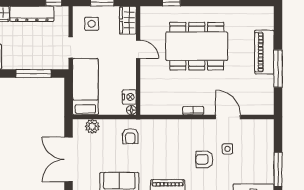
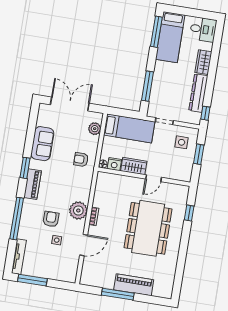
wardrobe: (128, 20) -> (134, 166), moved
plant: (189, 130) -> (78, 211), added

